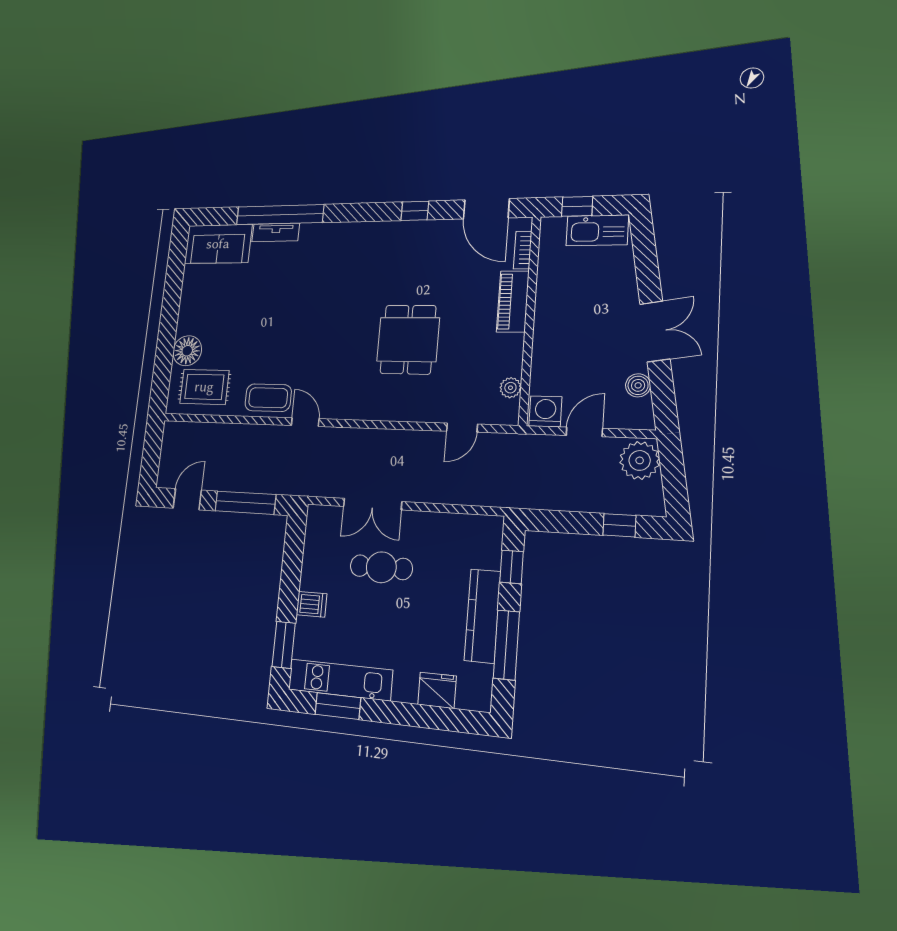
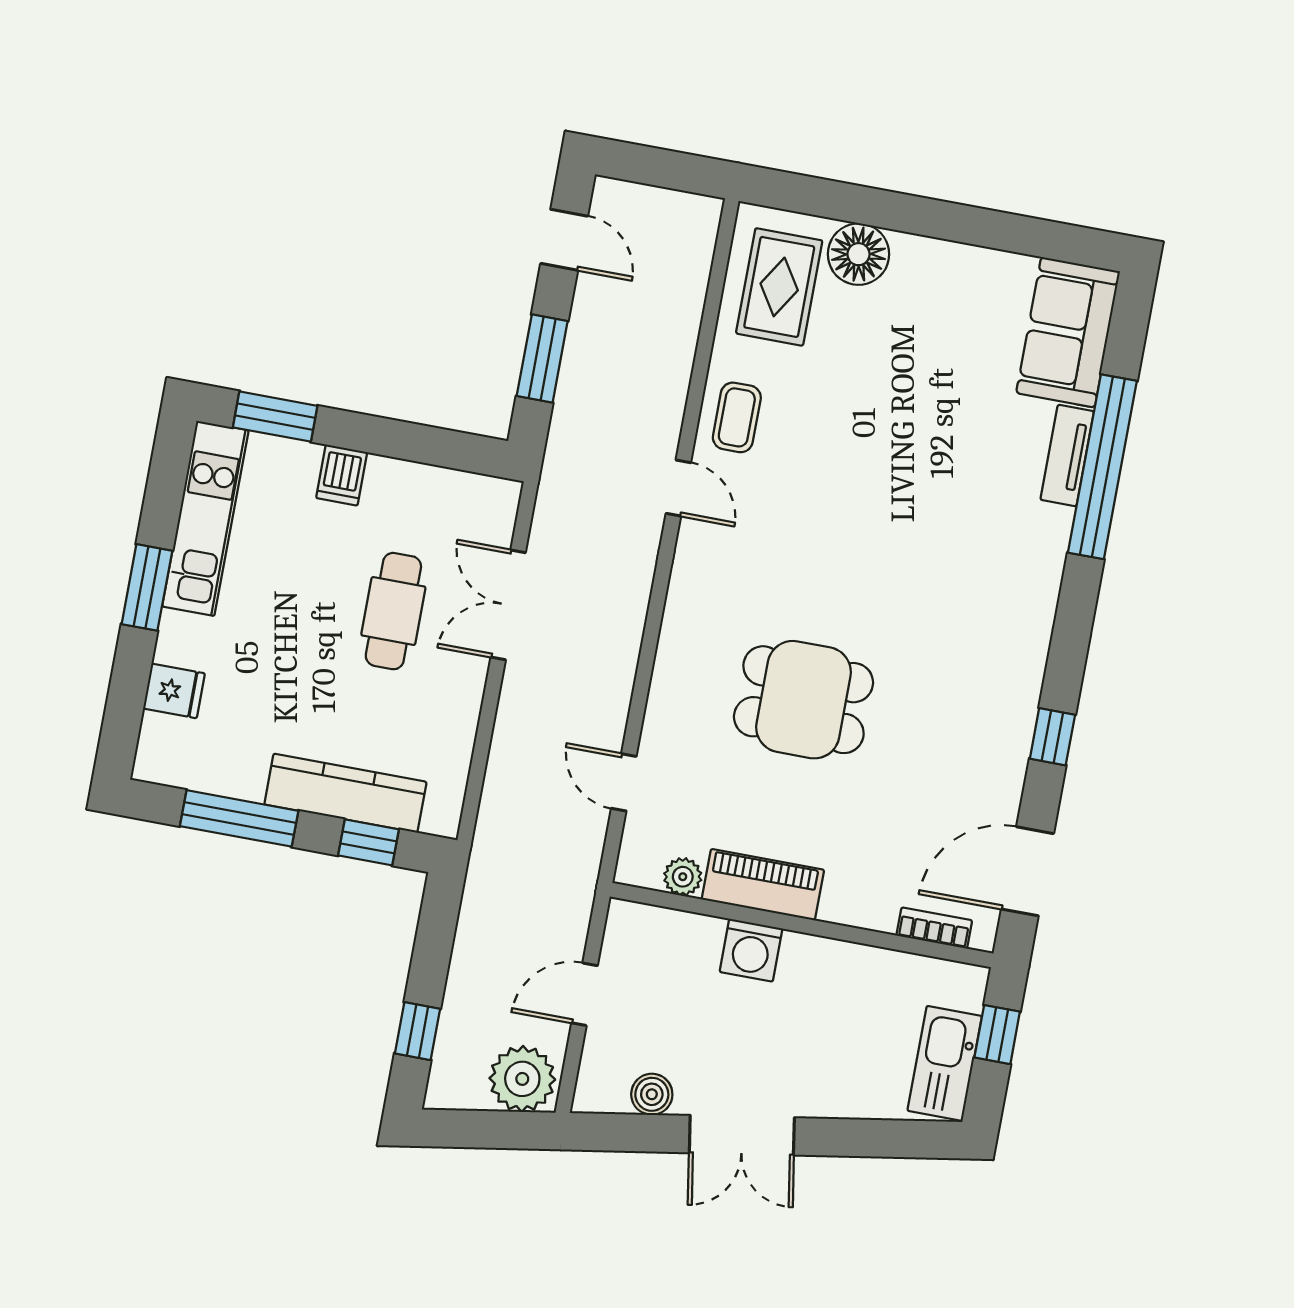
piano: (513, 301) -> (763, 885), moved
coffee table: (268, 398) -> (737, 417), width x0.73, depth x0.77
washing machine: (545, 411) -> (751, 950), moved, turned 90
door: (305, 422) -> (678, 488), hinge flipped
door: (584, 432) -> (585, 994), swing flipped
window: (245, 503) -> (542, 358), width x0.69
kitchen counter: (483, 616) -> (345, 793), moved
fridge: (437, 690) -> (174, 691), width x0.72
window: (338, 706) -> (147, 587), moved

